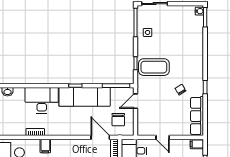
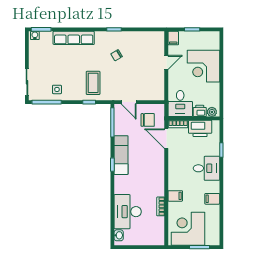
coffee table: (154, 67) -> (93, 83), width x0.73, depth x0.76
exam couch: (85, 97) -> (121, 155), width x0.73, depth x0.69
desk: (42, 100) -> (128, 212), moved
row of seats: (197, 116) -> (74, 38), moved
door: (100, 137) -> (166, 139), hinge flipped
door: (163, 137) -> (166, 62), moved

